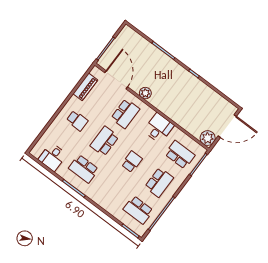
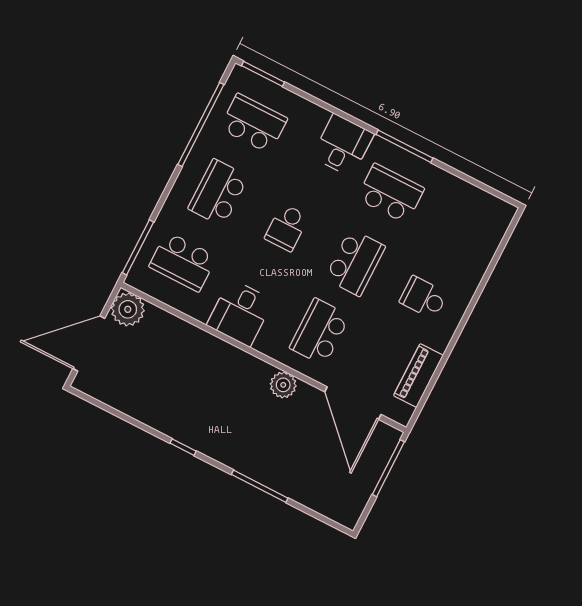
desk: (52, 157) -> (343, 145), moved

